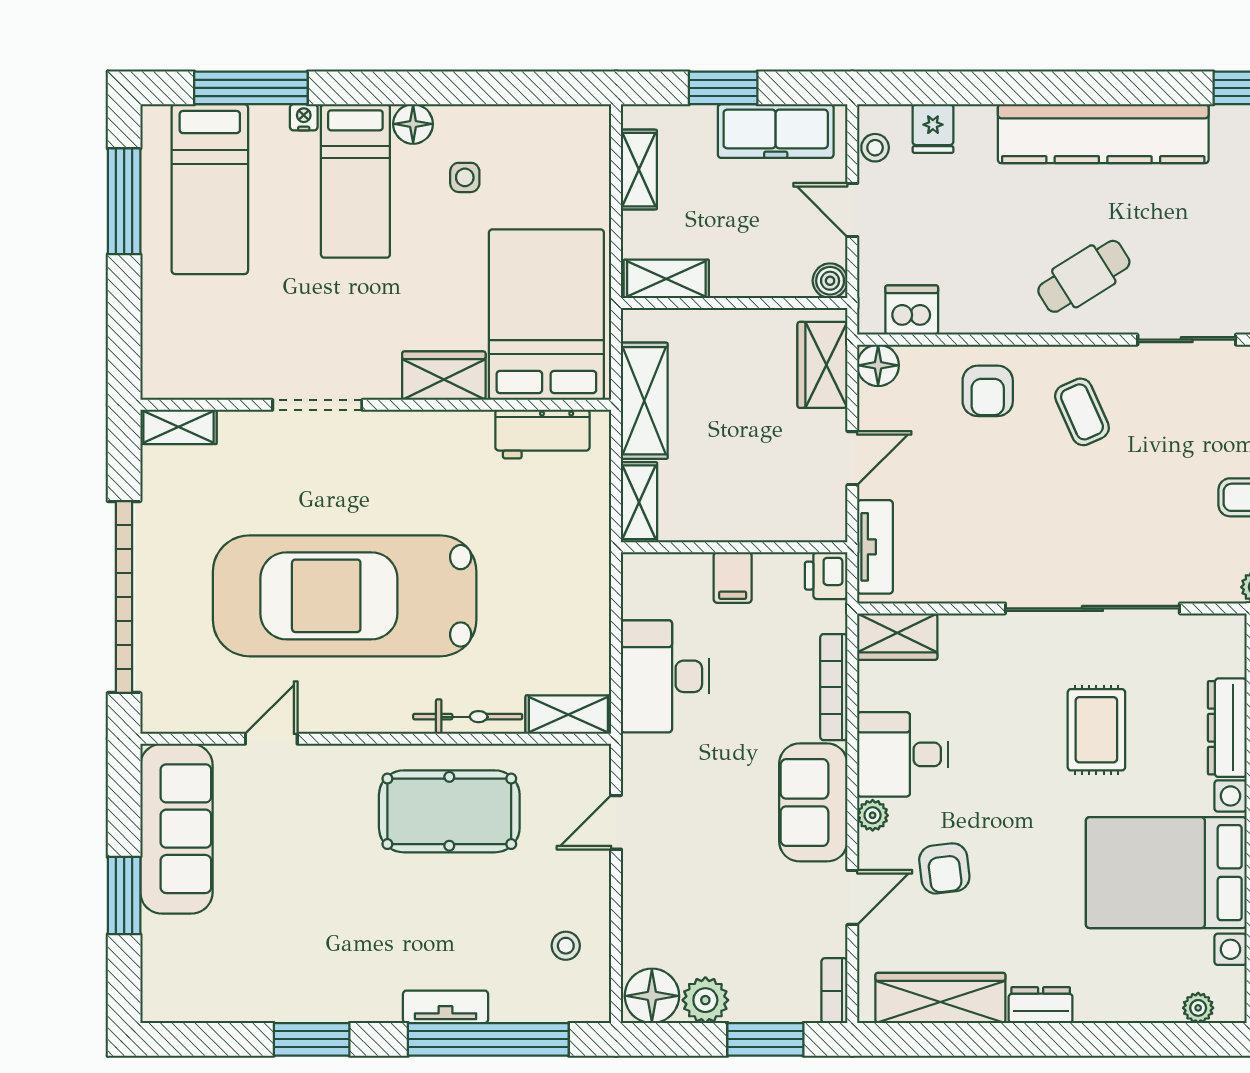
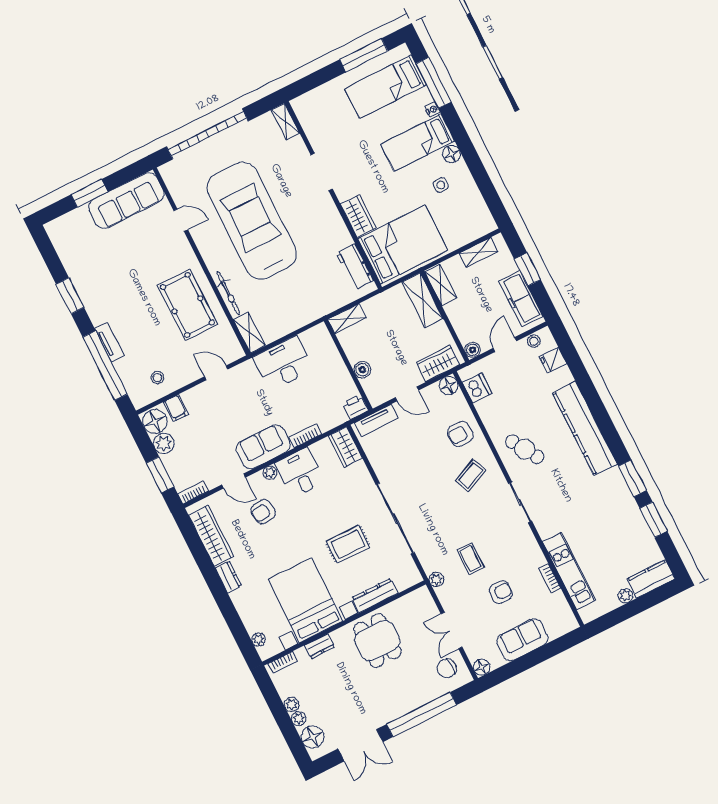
shelving: (644, 401) -> (423, 300), moved, turned 90
boiler: (758, 524) -> (362, 370), added
filing cabinet: (733, 578) -> (176, 408), moved, turned -90
bookcase: (834, 687) -> (305, 436), width x0.64

